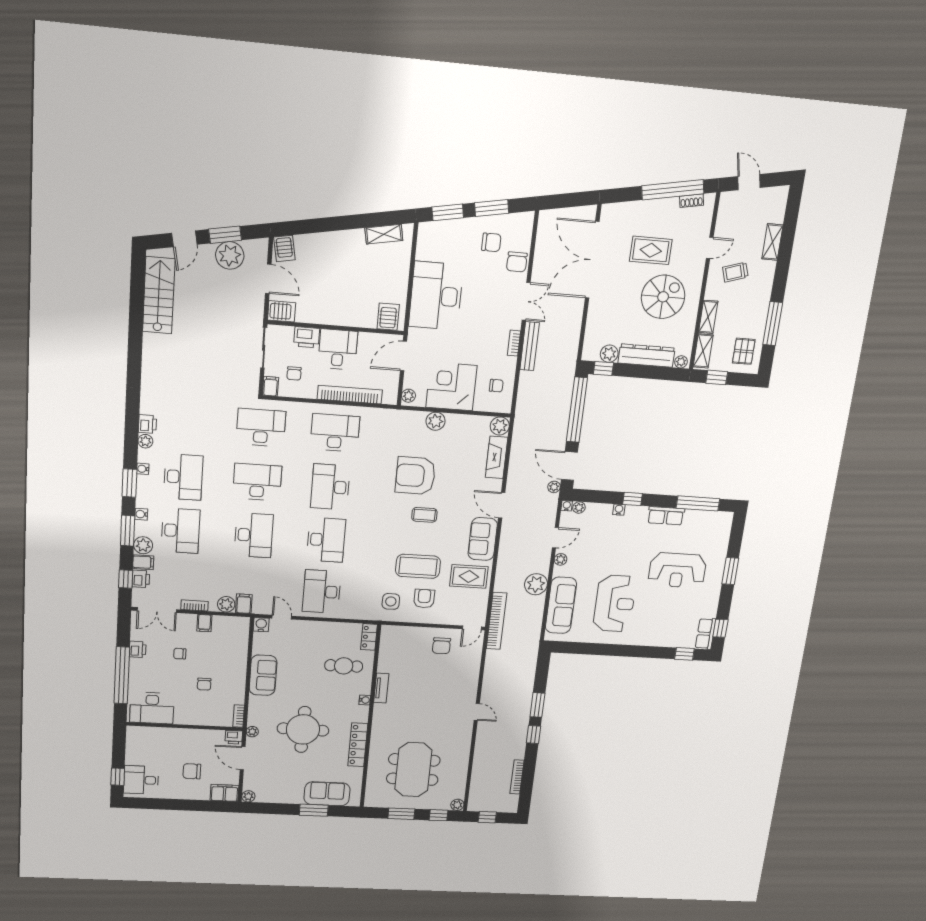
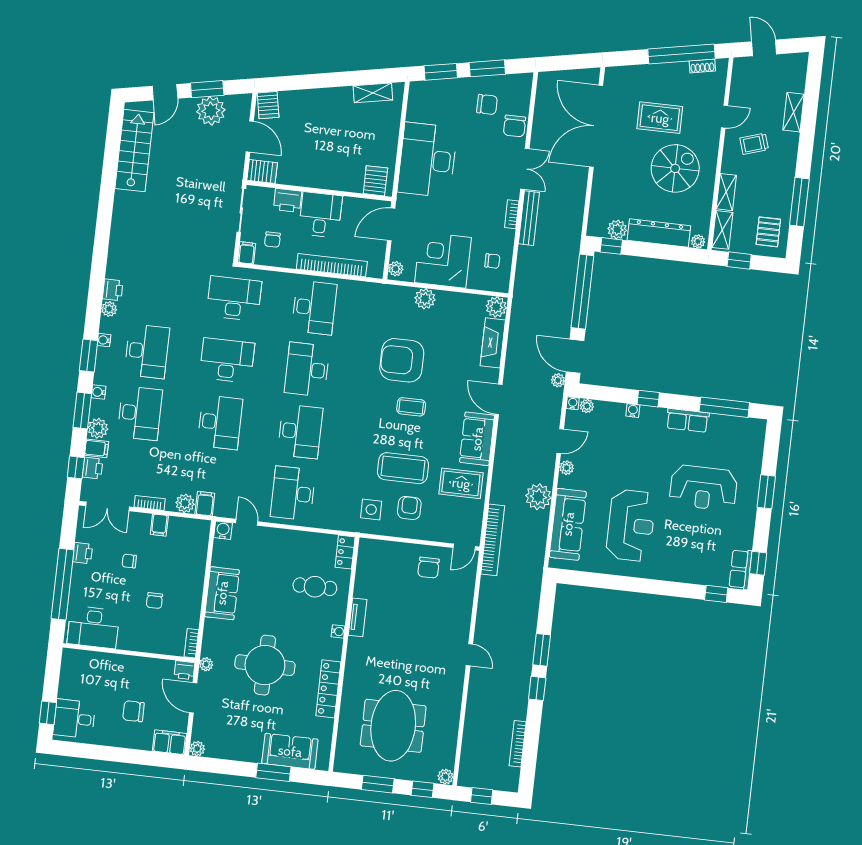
desk: (335, 433) -> (314, 308), turned 90

